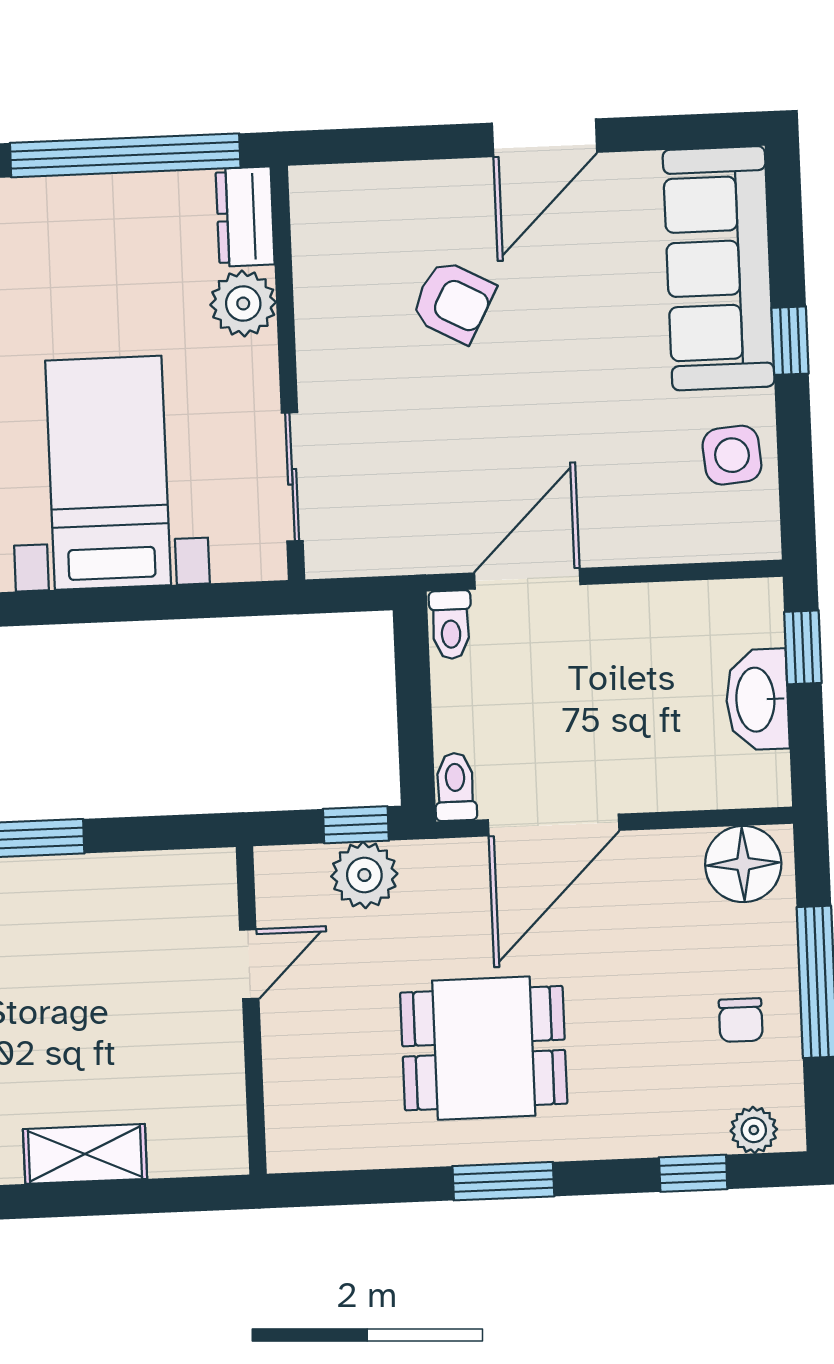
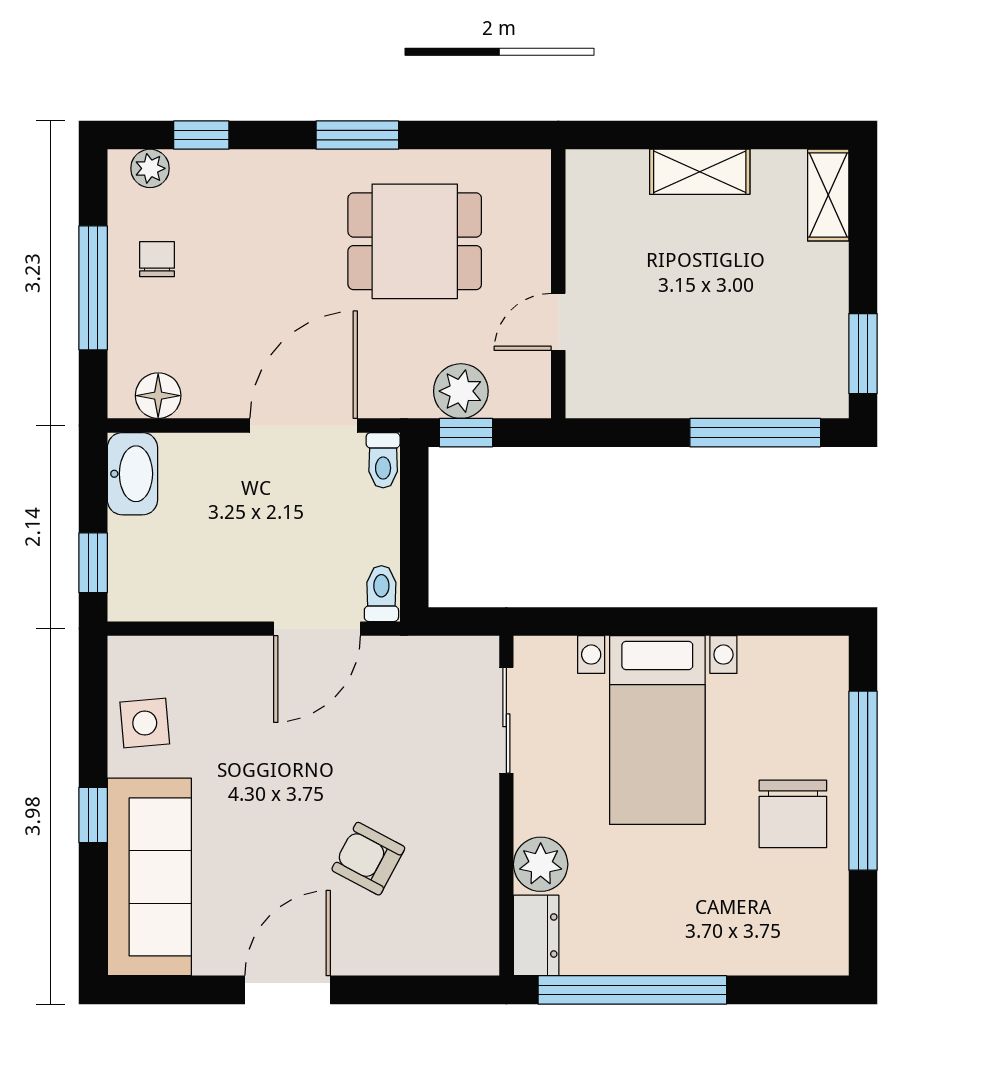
washbasin: (757, 700) -> (132, 474), moved
floor lamp: (743, 864) -> (158, 396), width x0.73, depth x0.73
dining table: (484, 1048) -> (415, 241), moved

